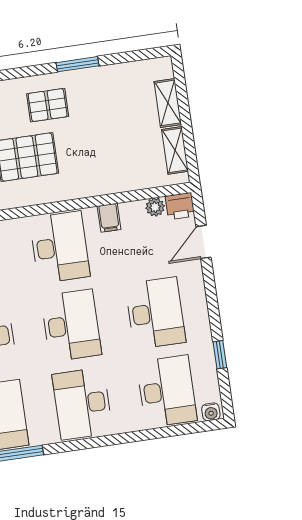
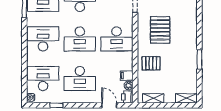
shelving: (168, 103) -> (186, 98), moved
pallet: (48, 105) -> (151, 63), moved, turned 90
filing cabinet: (109, 218) -> (127, 76), moved
desk: (167, 391) -> (43, 78), turned 180

